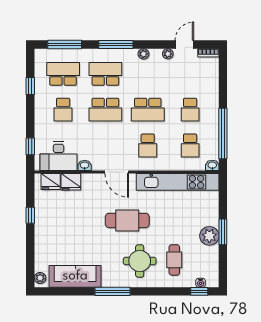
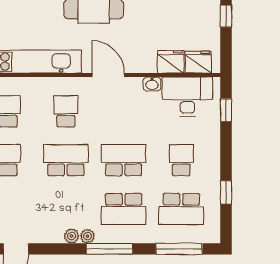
plant: (168, 54) -> (87, 236), moved

